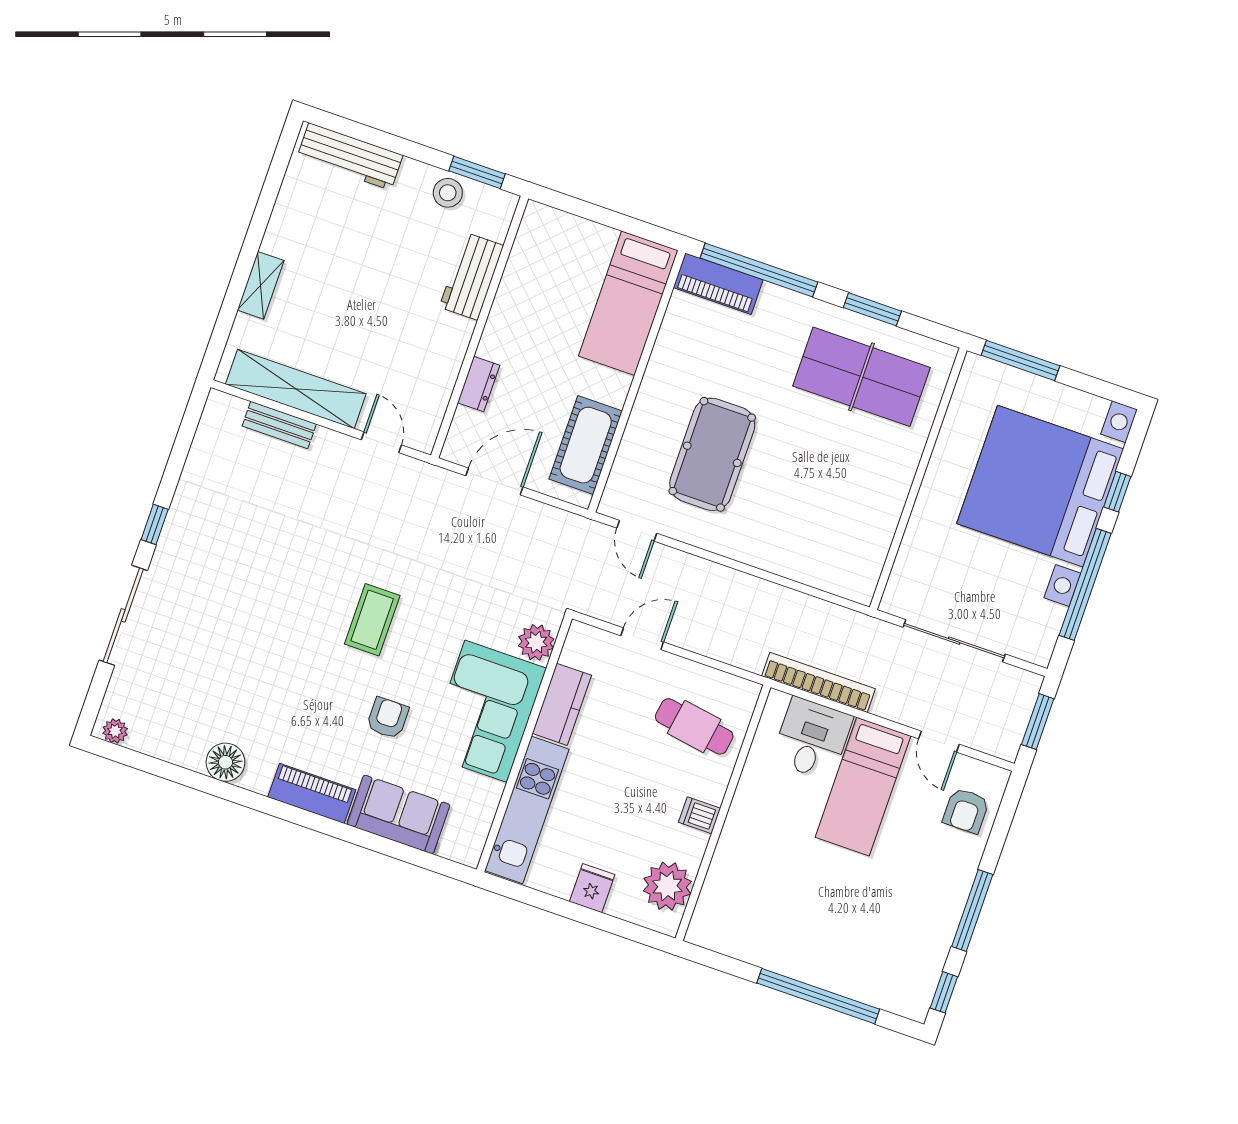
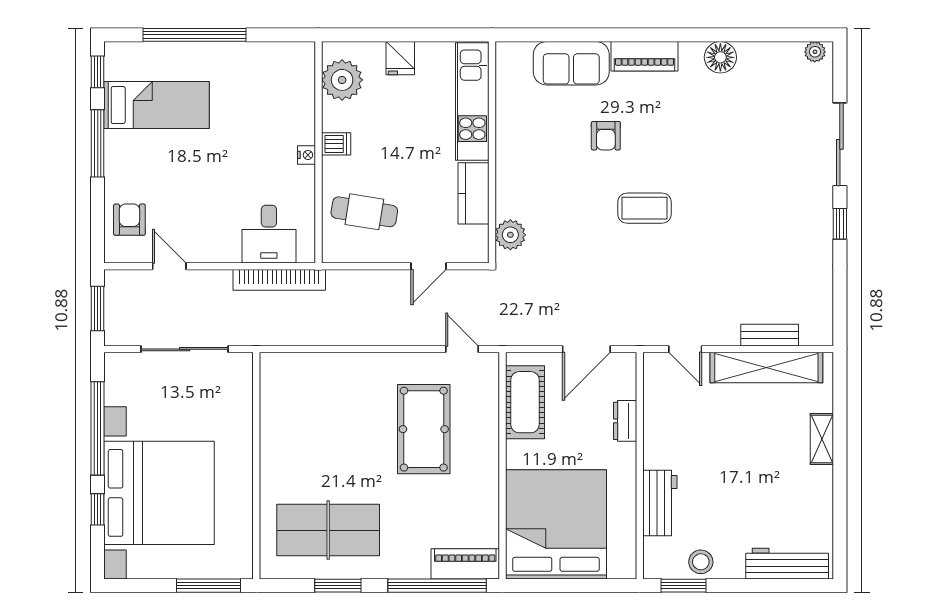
bed: (628, 303) -> (556, 524), width x2.04
coffee table: (372, 620) -> (644, 208), turned 90
corner sofa: (486, 711) -> (531, 167), removed
bed: (863, 787) -> (157, 105), moved, turned 90
nightstand: (738, 814) -> (307, 155), added

